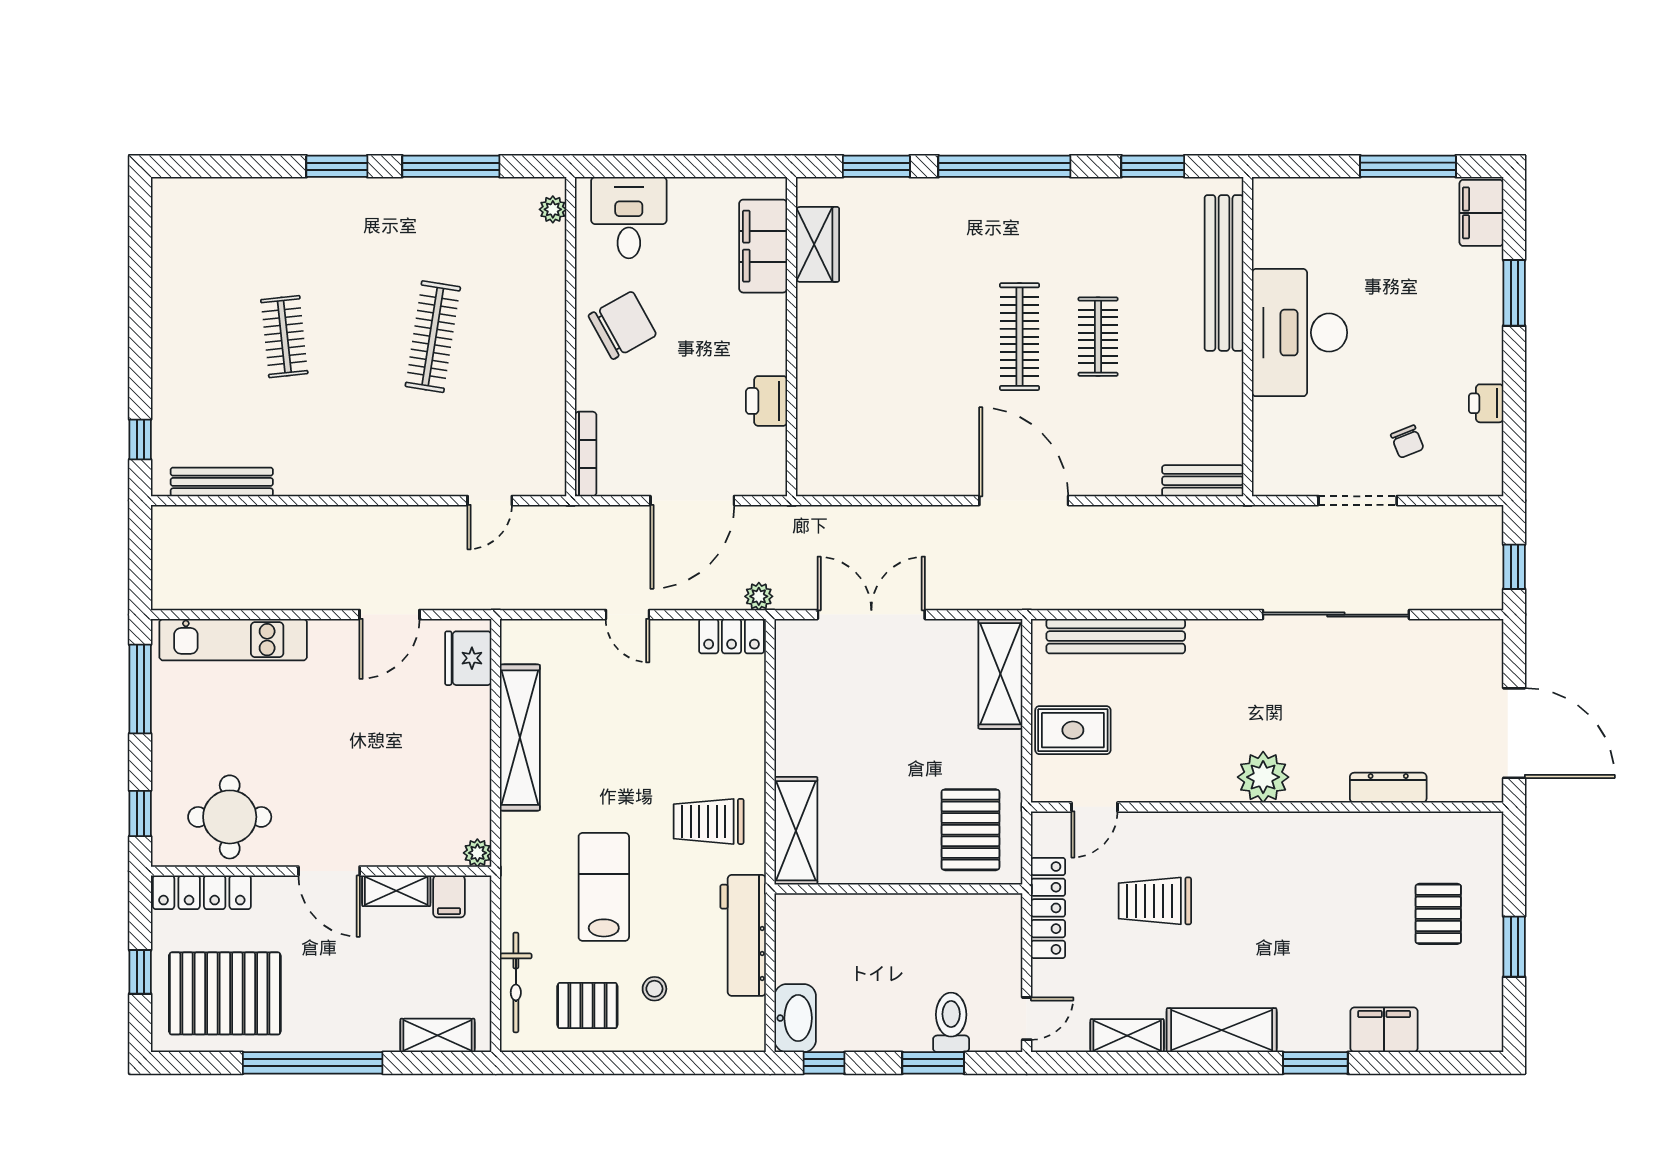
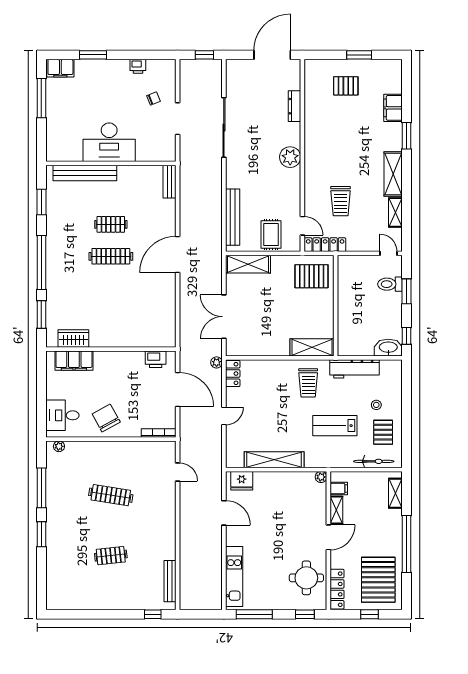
printer: (767, 401) -> (156, 359), moved
locker: (1048, 908) -> (325, 245), moved

